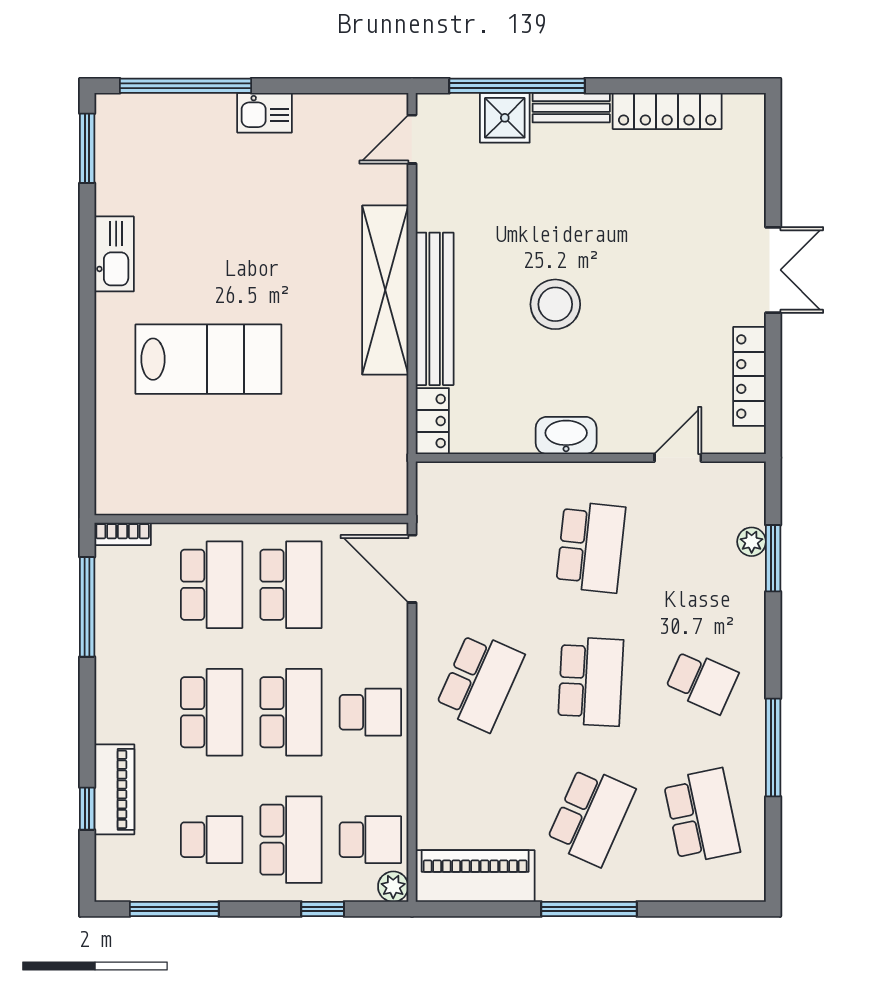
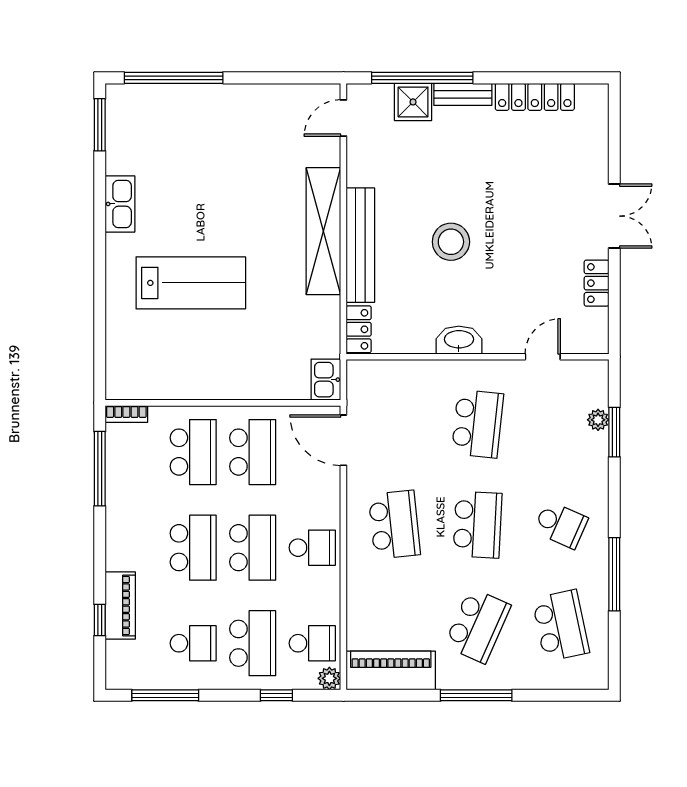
kitchen sink: (265, 113) -> (326, 380), moved, turned 90
locker: (749, 376) -> (597, 283), width x0.66
school desk: (480, 682) -> (394, 525), turned -30

